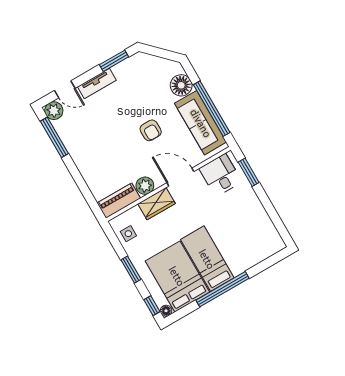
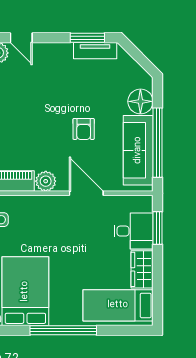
tv unit: (97, 84) -> (95, 51), moved
desk: (220, 175) -> (133, 231), moved, turned 90
wardrobe: (156, 204) -> (142, 269), moved, turned 90
bed: (207, 259) -> (118, 305), moved, turned -90

